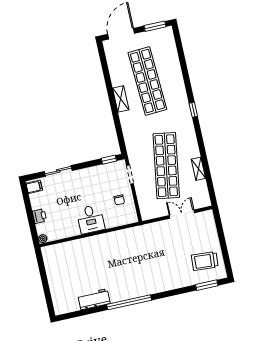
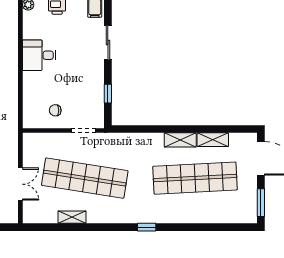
shelving: (115, 74) -> (213, 140), added
window: (109, 160) -> (108, 94), moved
desk: (91, 219) -> (39, 55), moved

